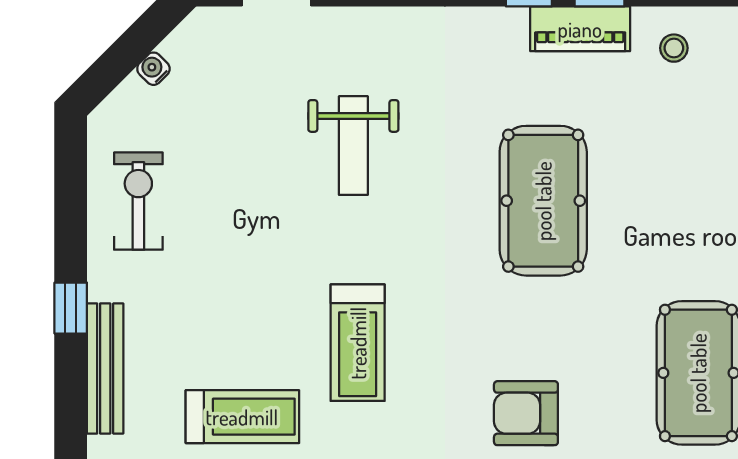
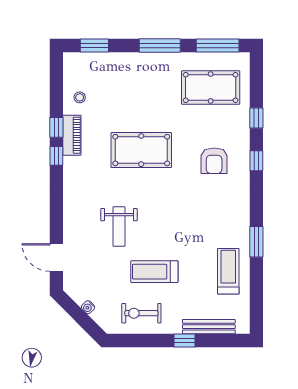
weight bench: (353, 146) -> (119, 227), turned 90
treadmill: (358, 343) -> (154, 272), moved, turned 180
armchair: (526, 413) -> (214, 161), moved

